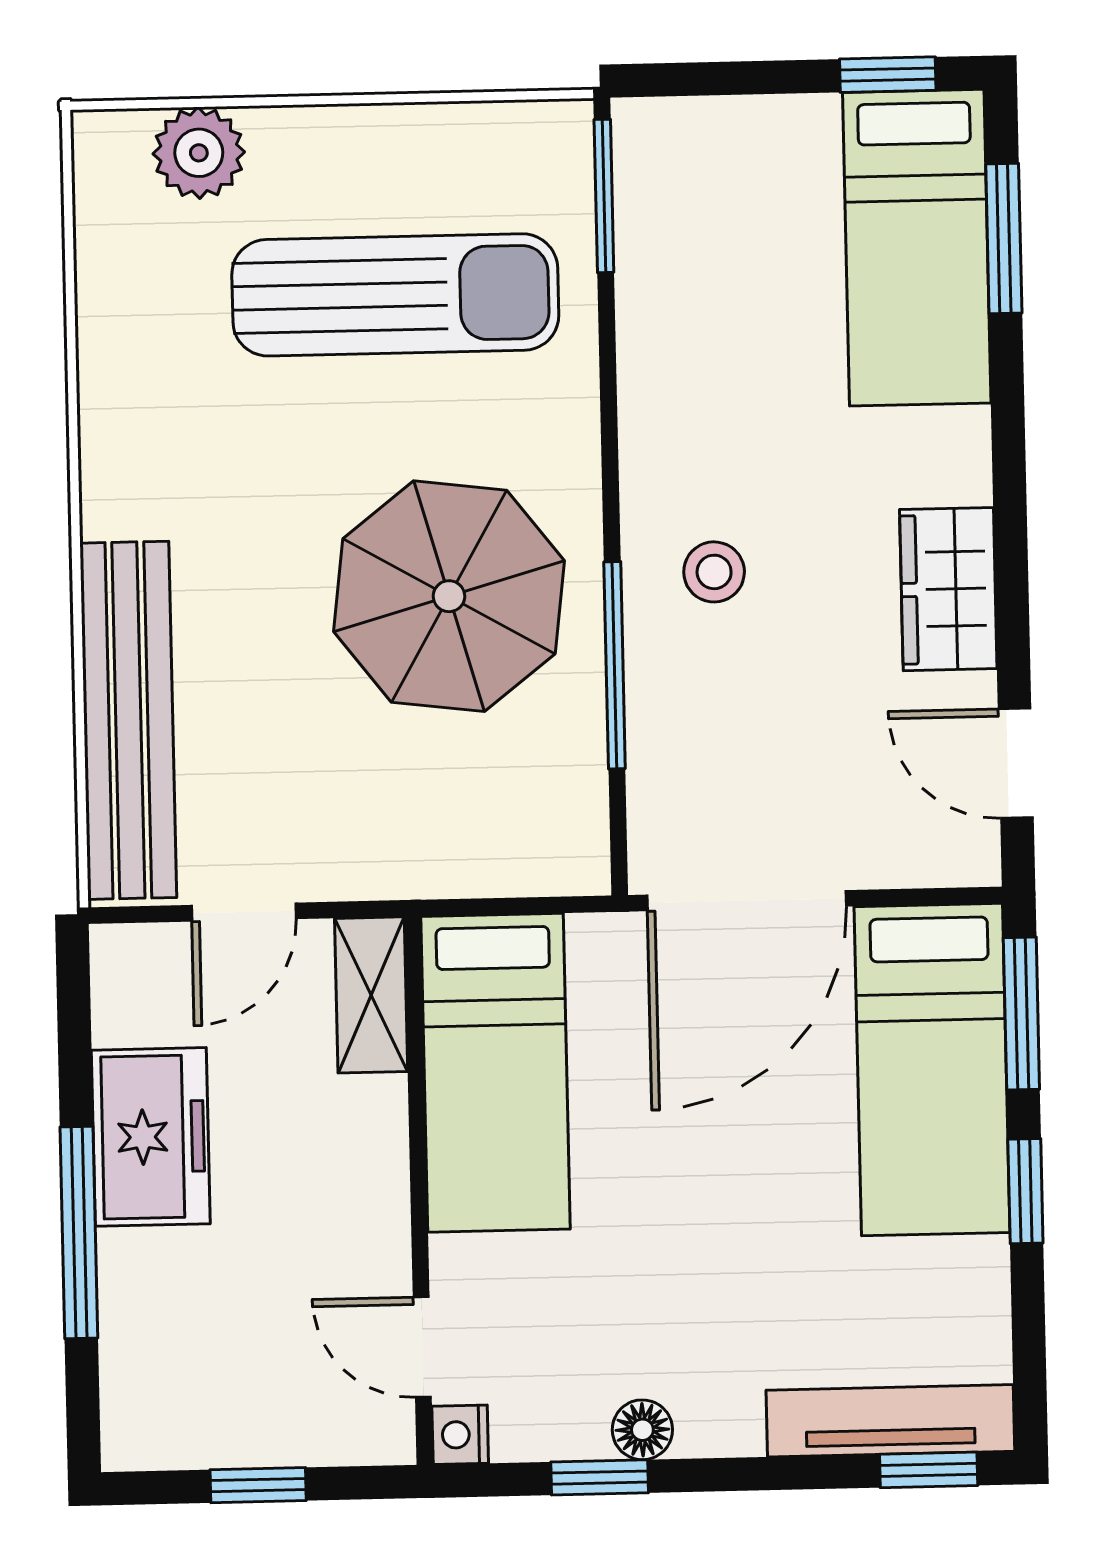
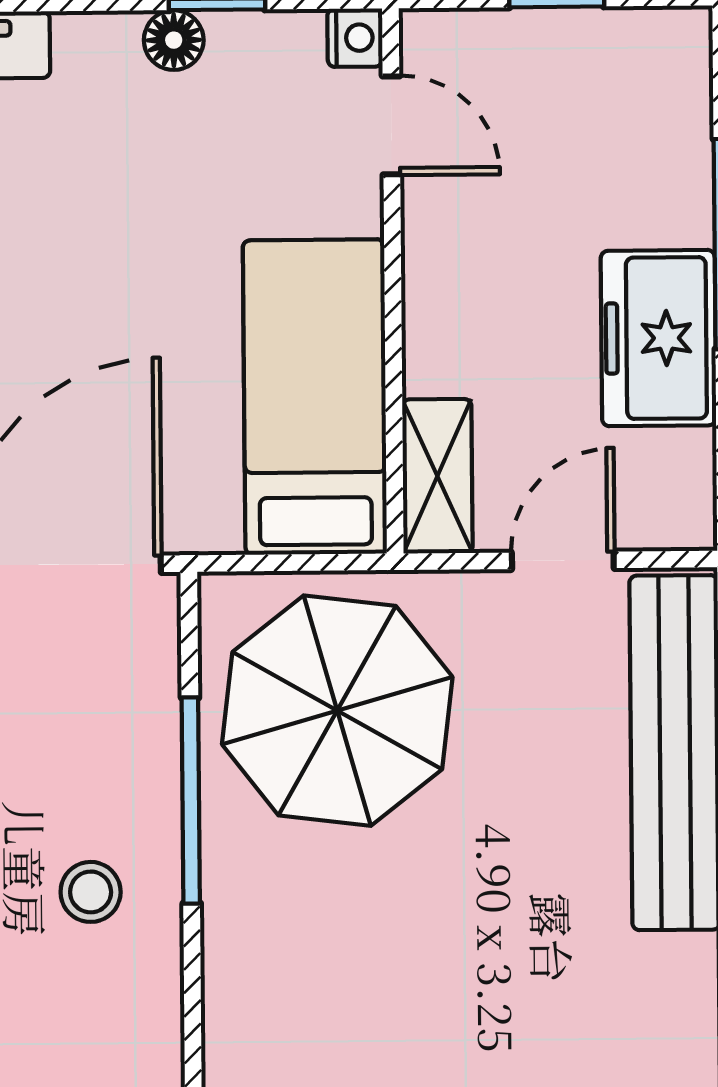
parasol: (449, 596) -> (337, 711), moved

